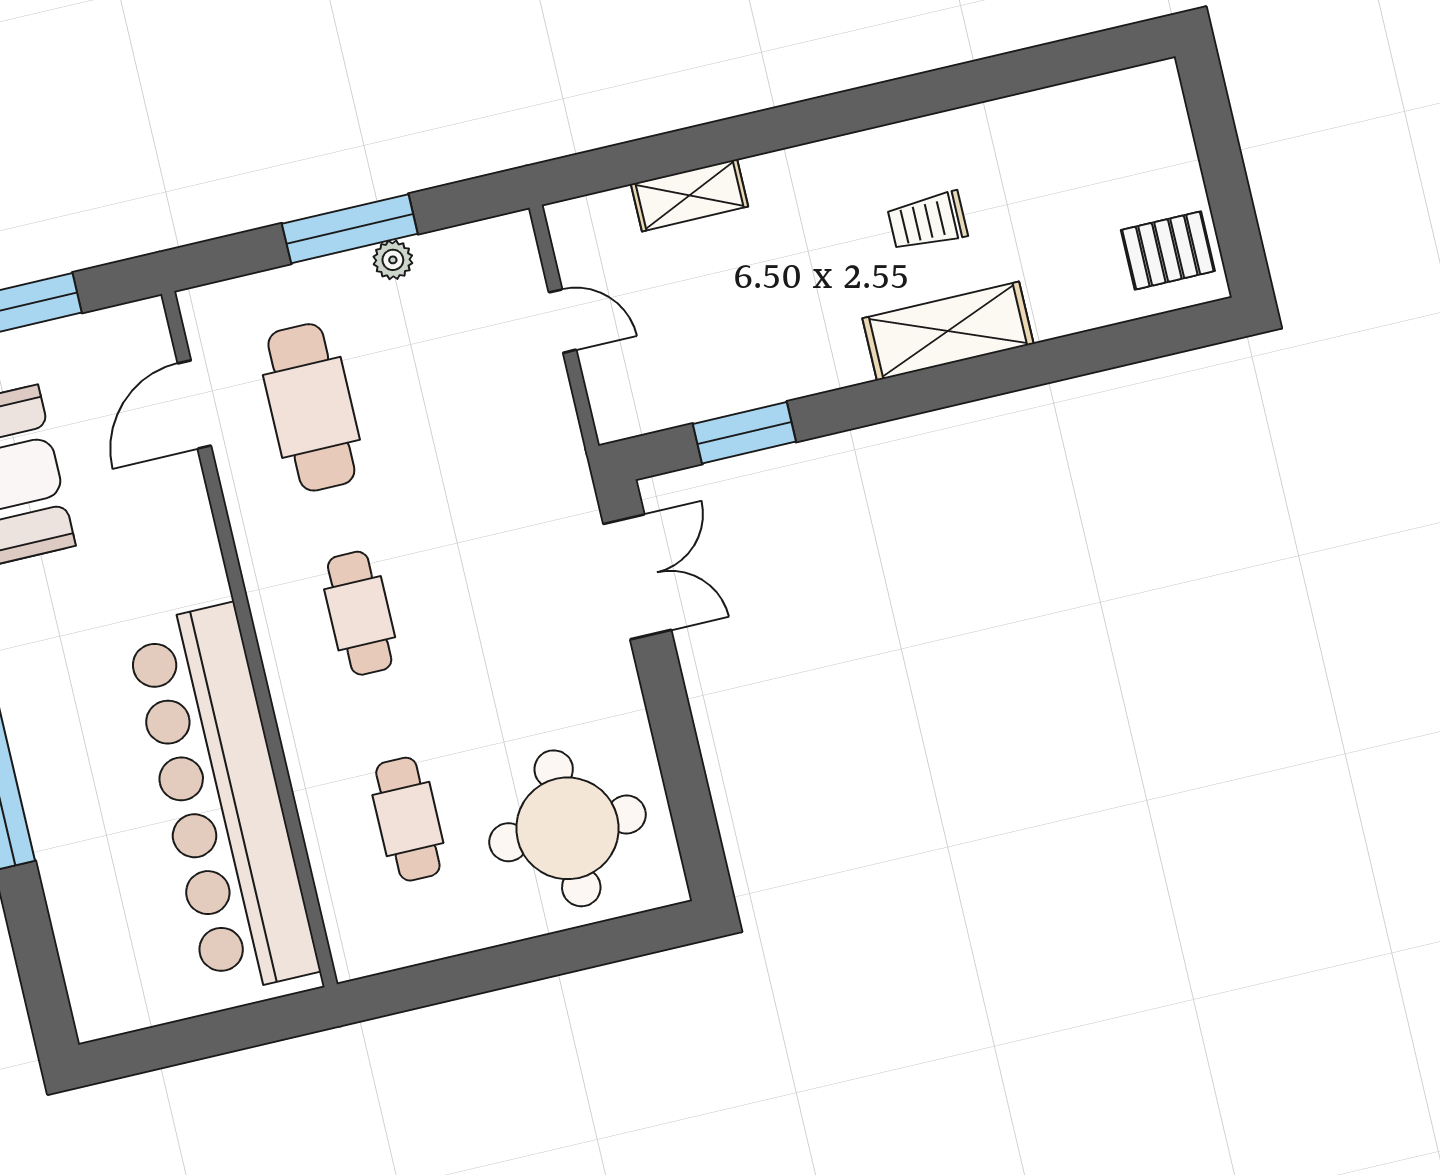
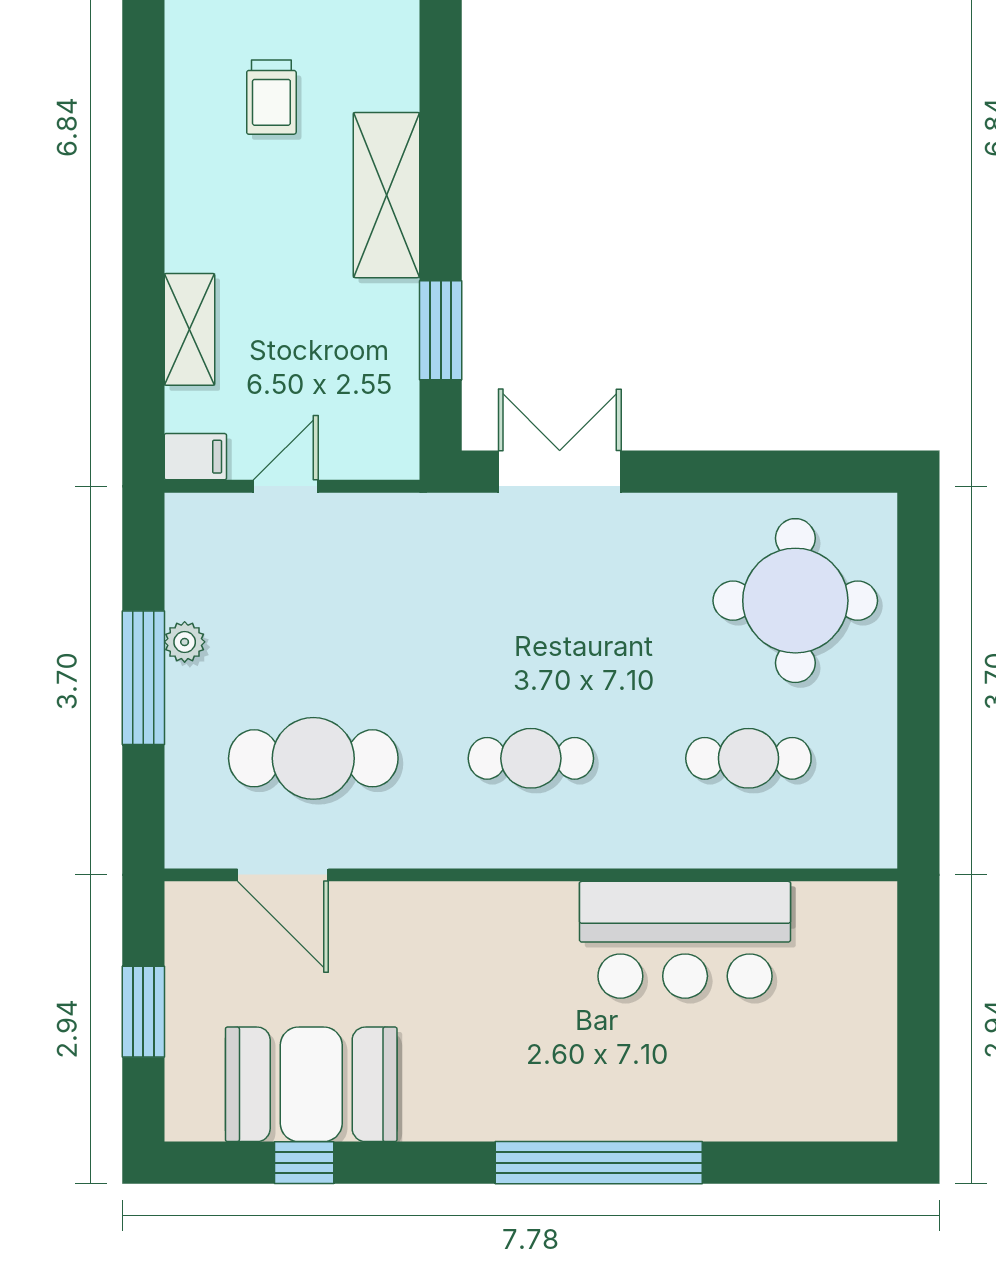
filing cabinet: (571, 229) -> (195, 457), added
shelving: (948, 331) -> (386, 195), moved
bar counter: (222, 799) -> (685, 940), width x0.54

